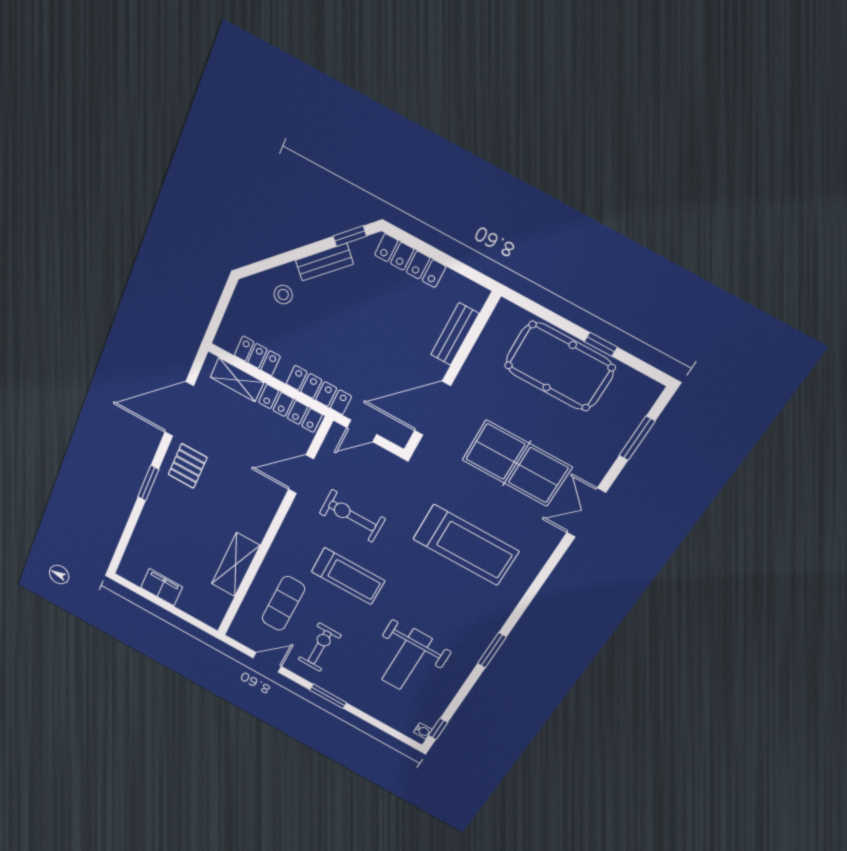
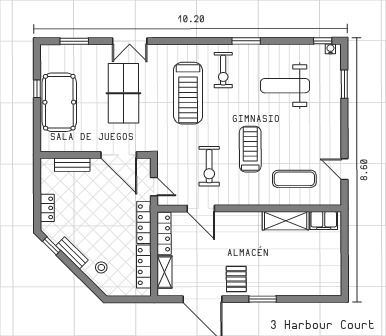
locker: (410, 261) -> (47, 208), width x0.66
locker: (257, 356) -> (144, 267), width x1.53
pallet: (188, 466) -> (236, 279), turned 90
treadmill: (466, 545) -> (188, 93), turned 180
filing cabinet: (162, 587) -> (324, 220), moved, turned -90
exercise bike: (320, 647) -> (223, 70), moved, turned -90
weight bench: (407, 659) -> (285, 86), turned 180
window: (328, 696) -> (344, 84), moved

